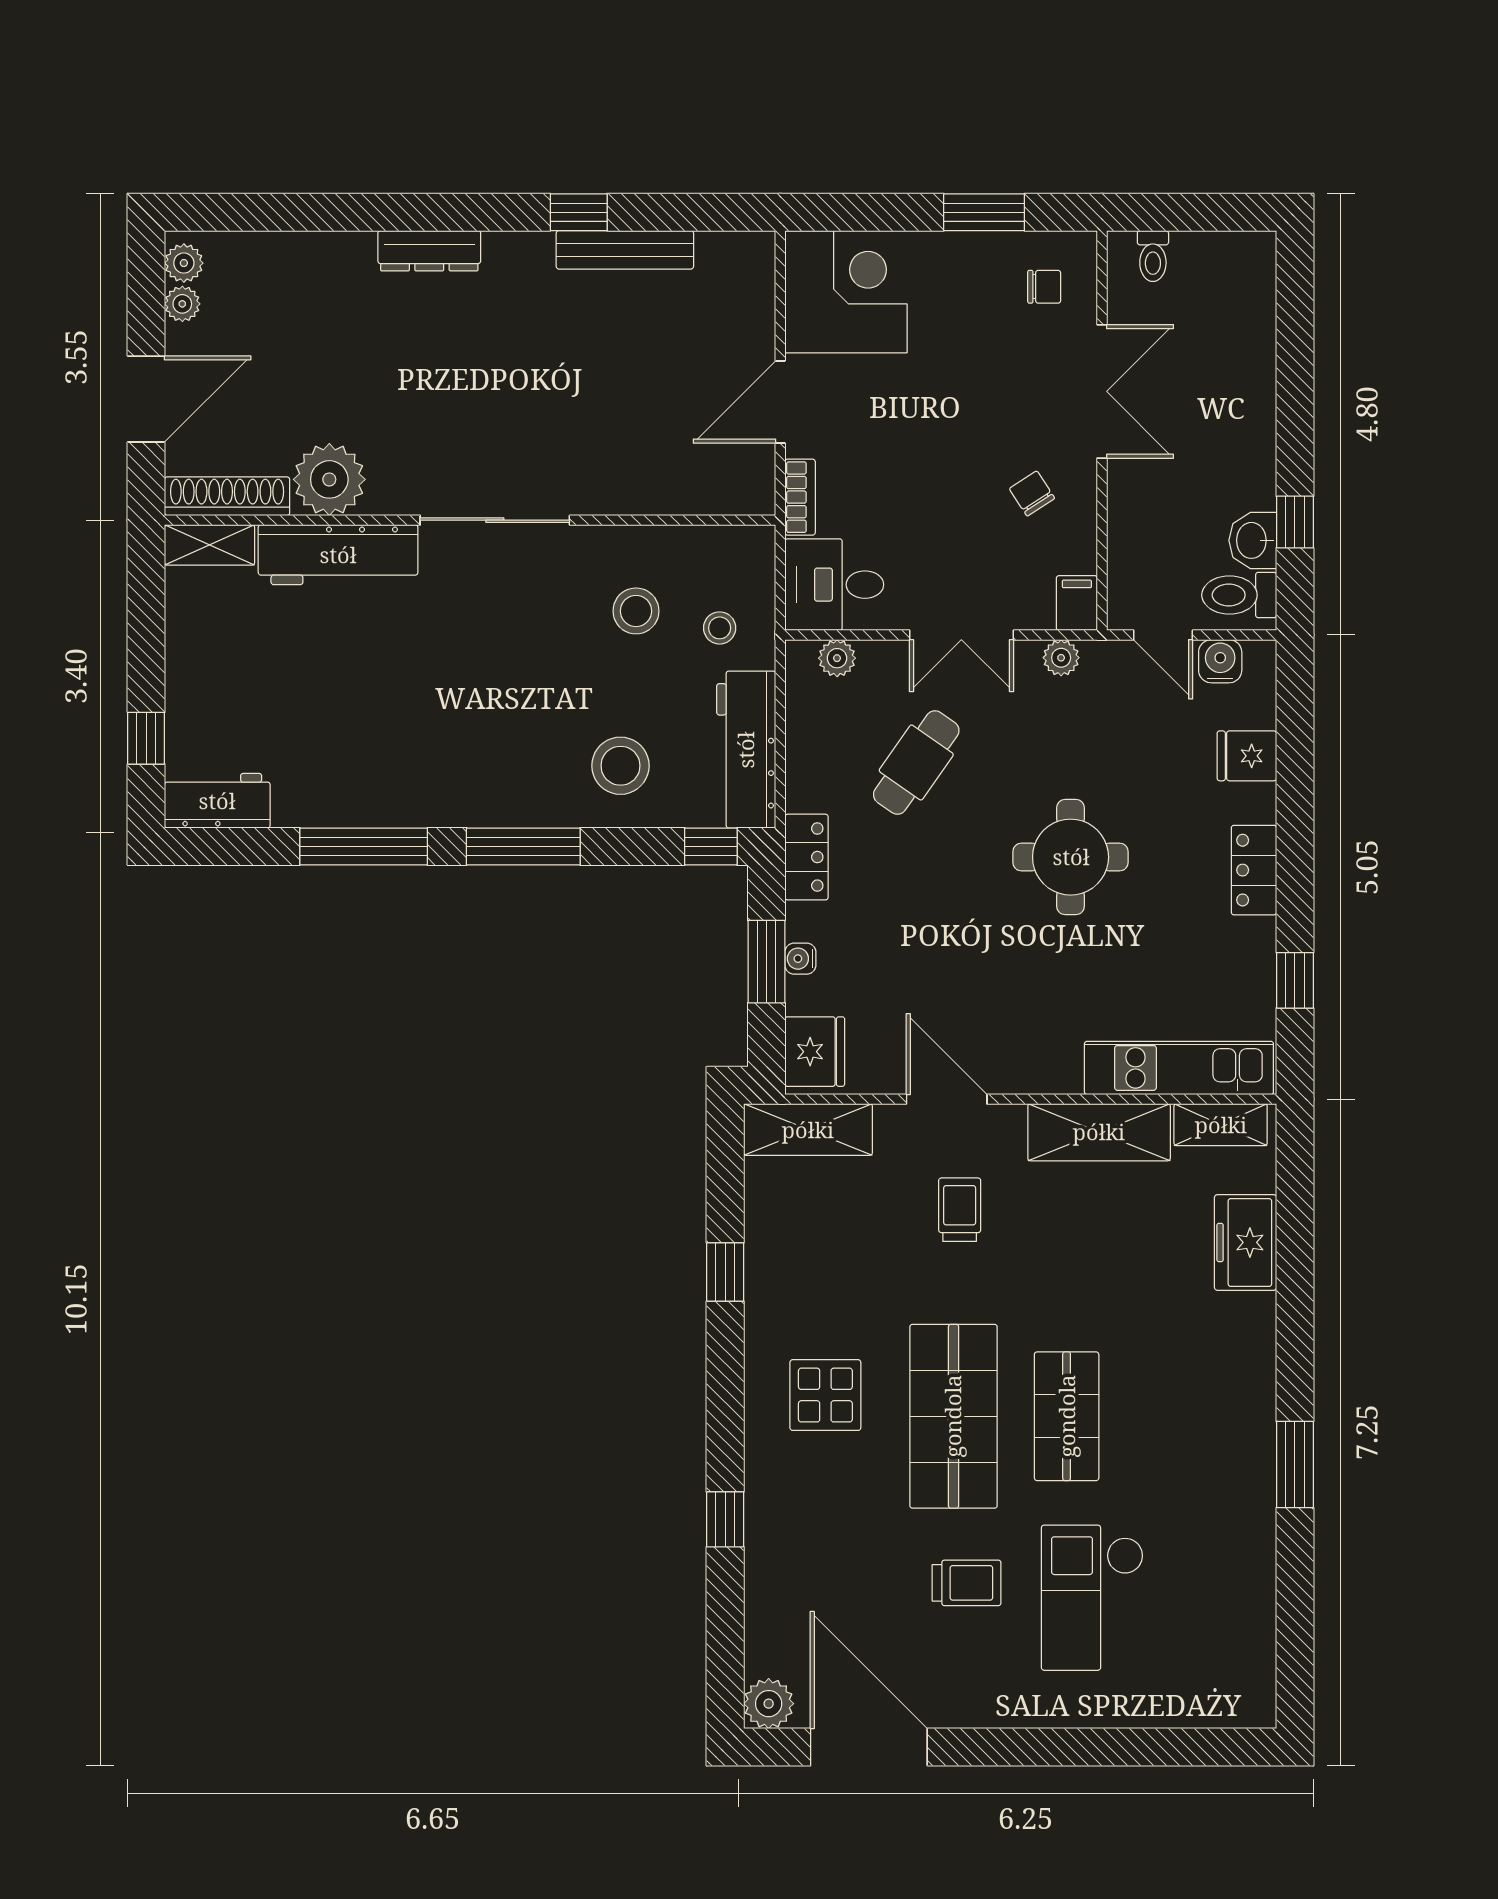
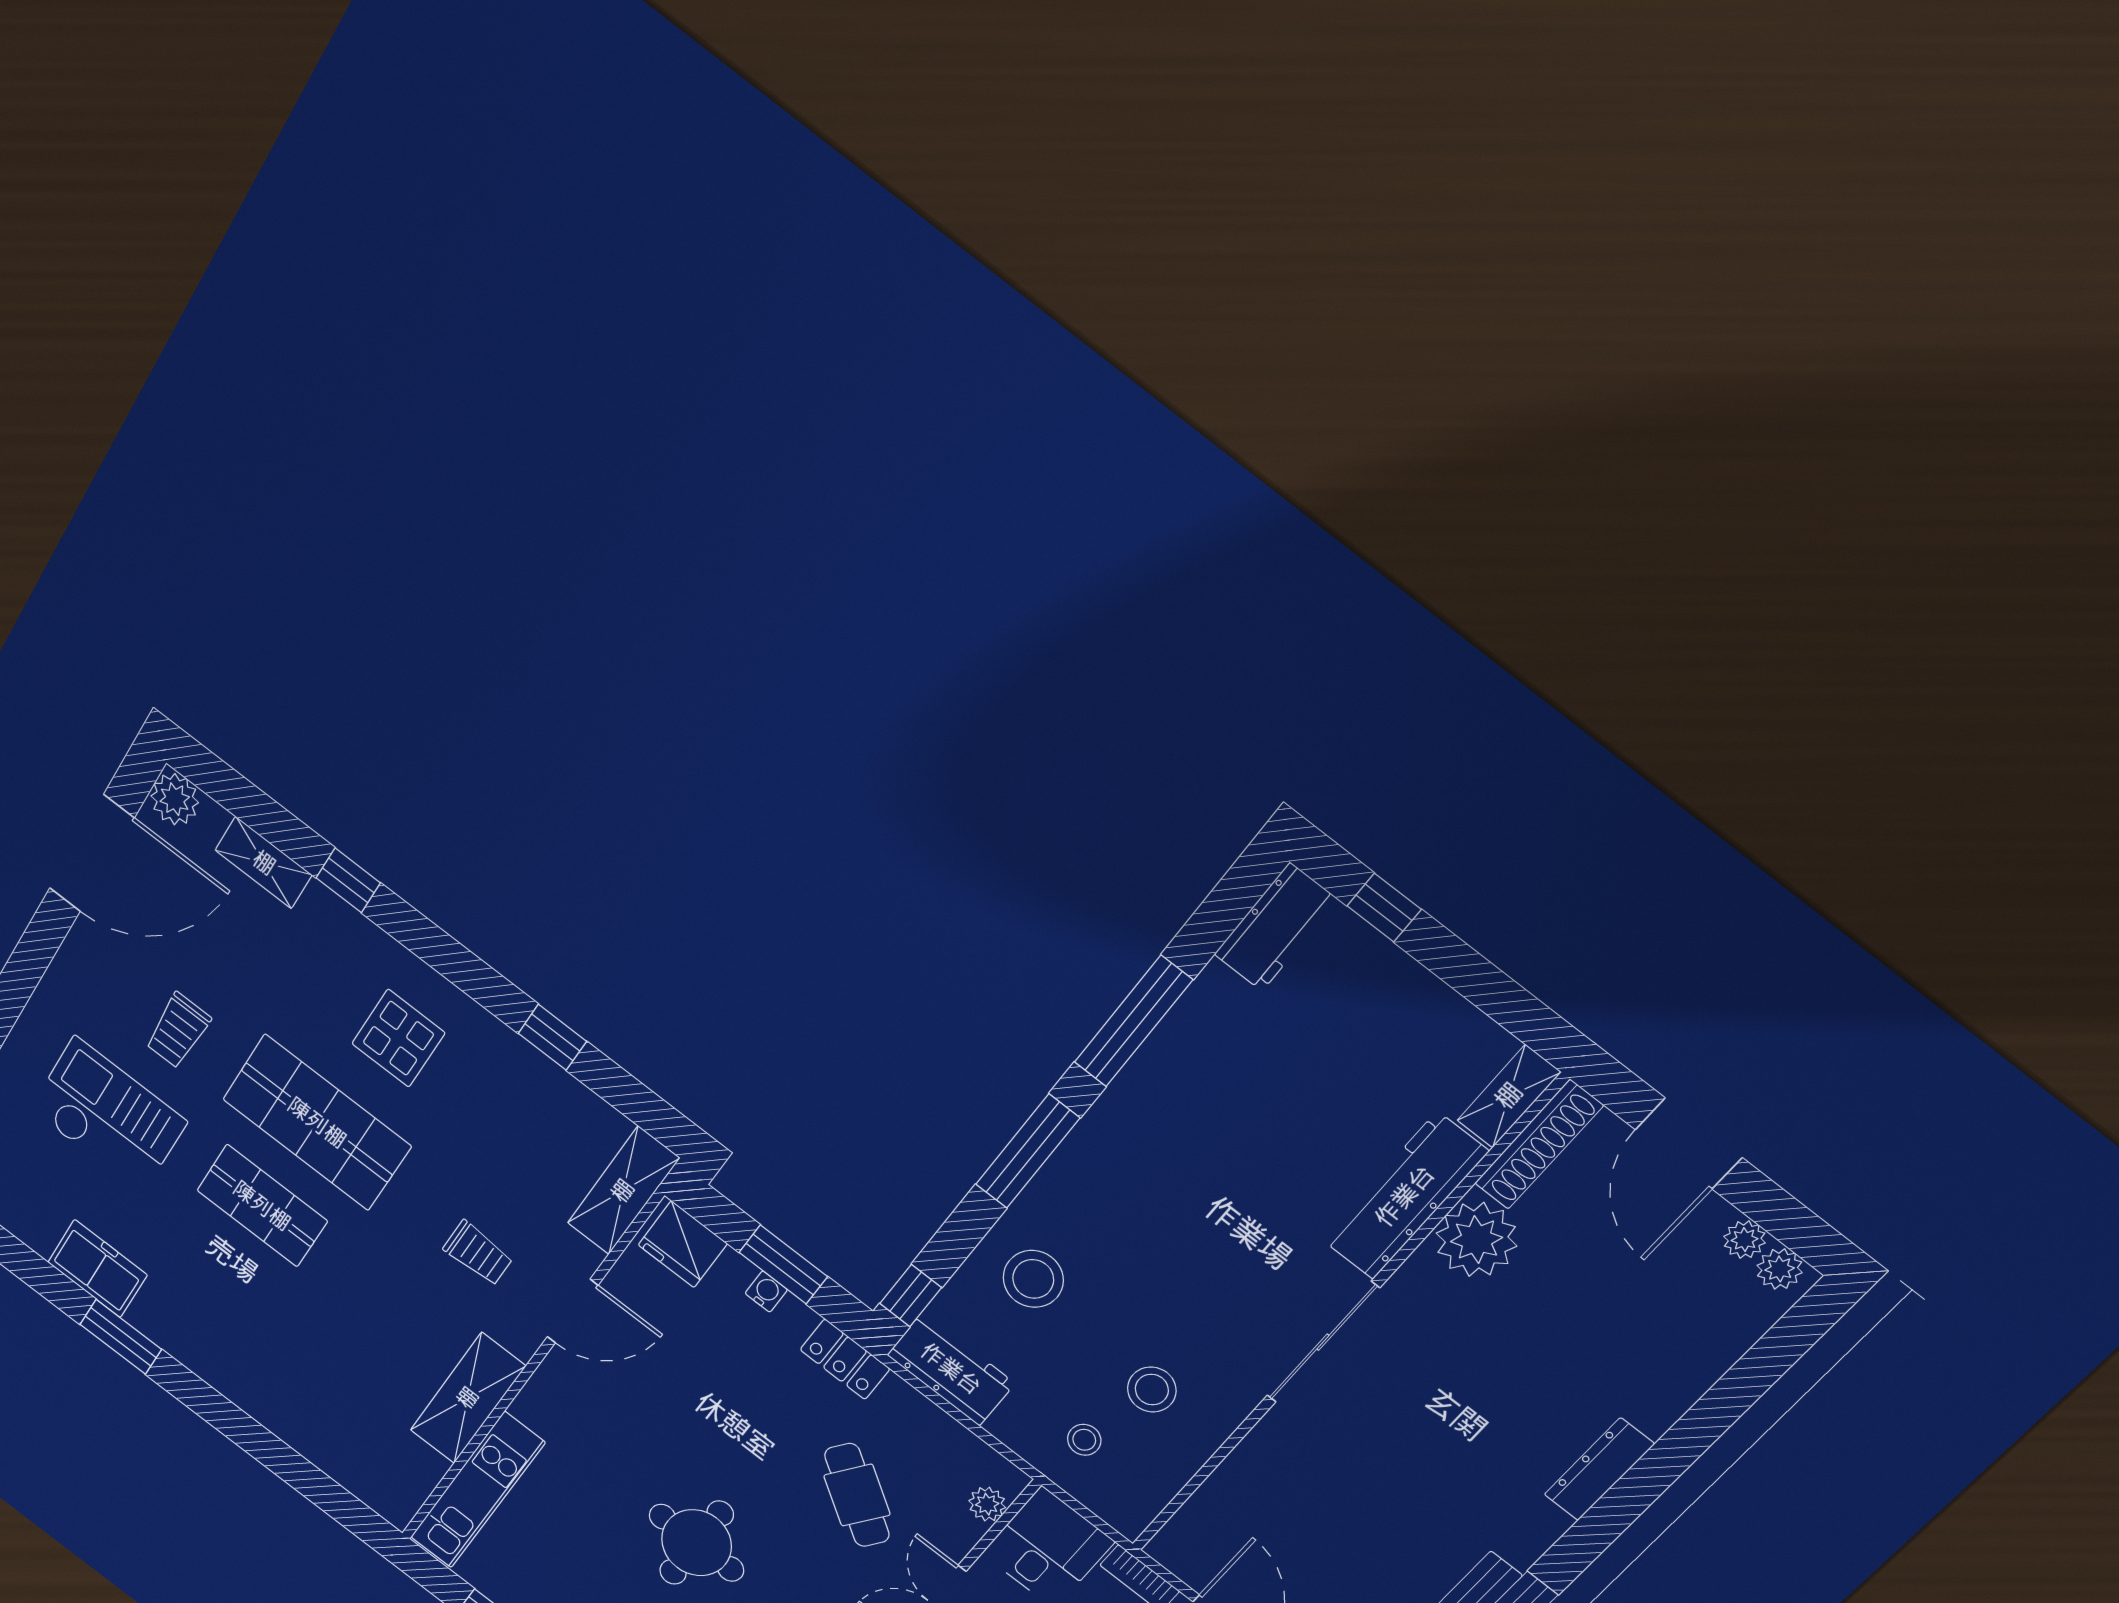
workbench: (746, 750) -> (951, 1369), width x0.73
shelving: (1221, 1125) -> (264, 863), moved, turned 90
freezer: (1246, 1242) -> (98, 1269), moved

